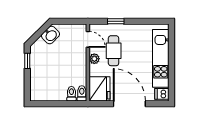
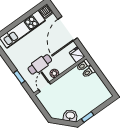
washbasin: (51, 35) -> (70, 116), moved
fridge: (99, 89) -> (77, 55), width x0.53, depth x0.75

